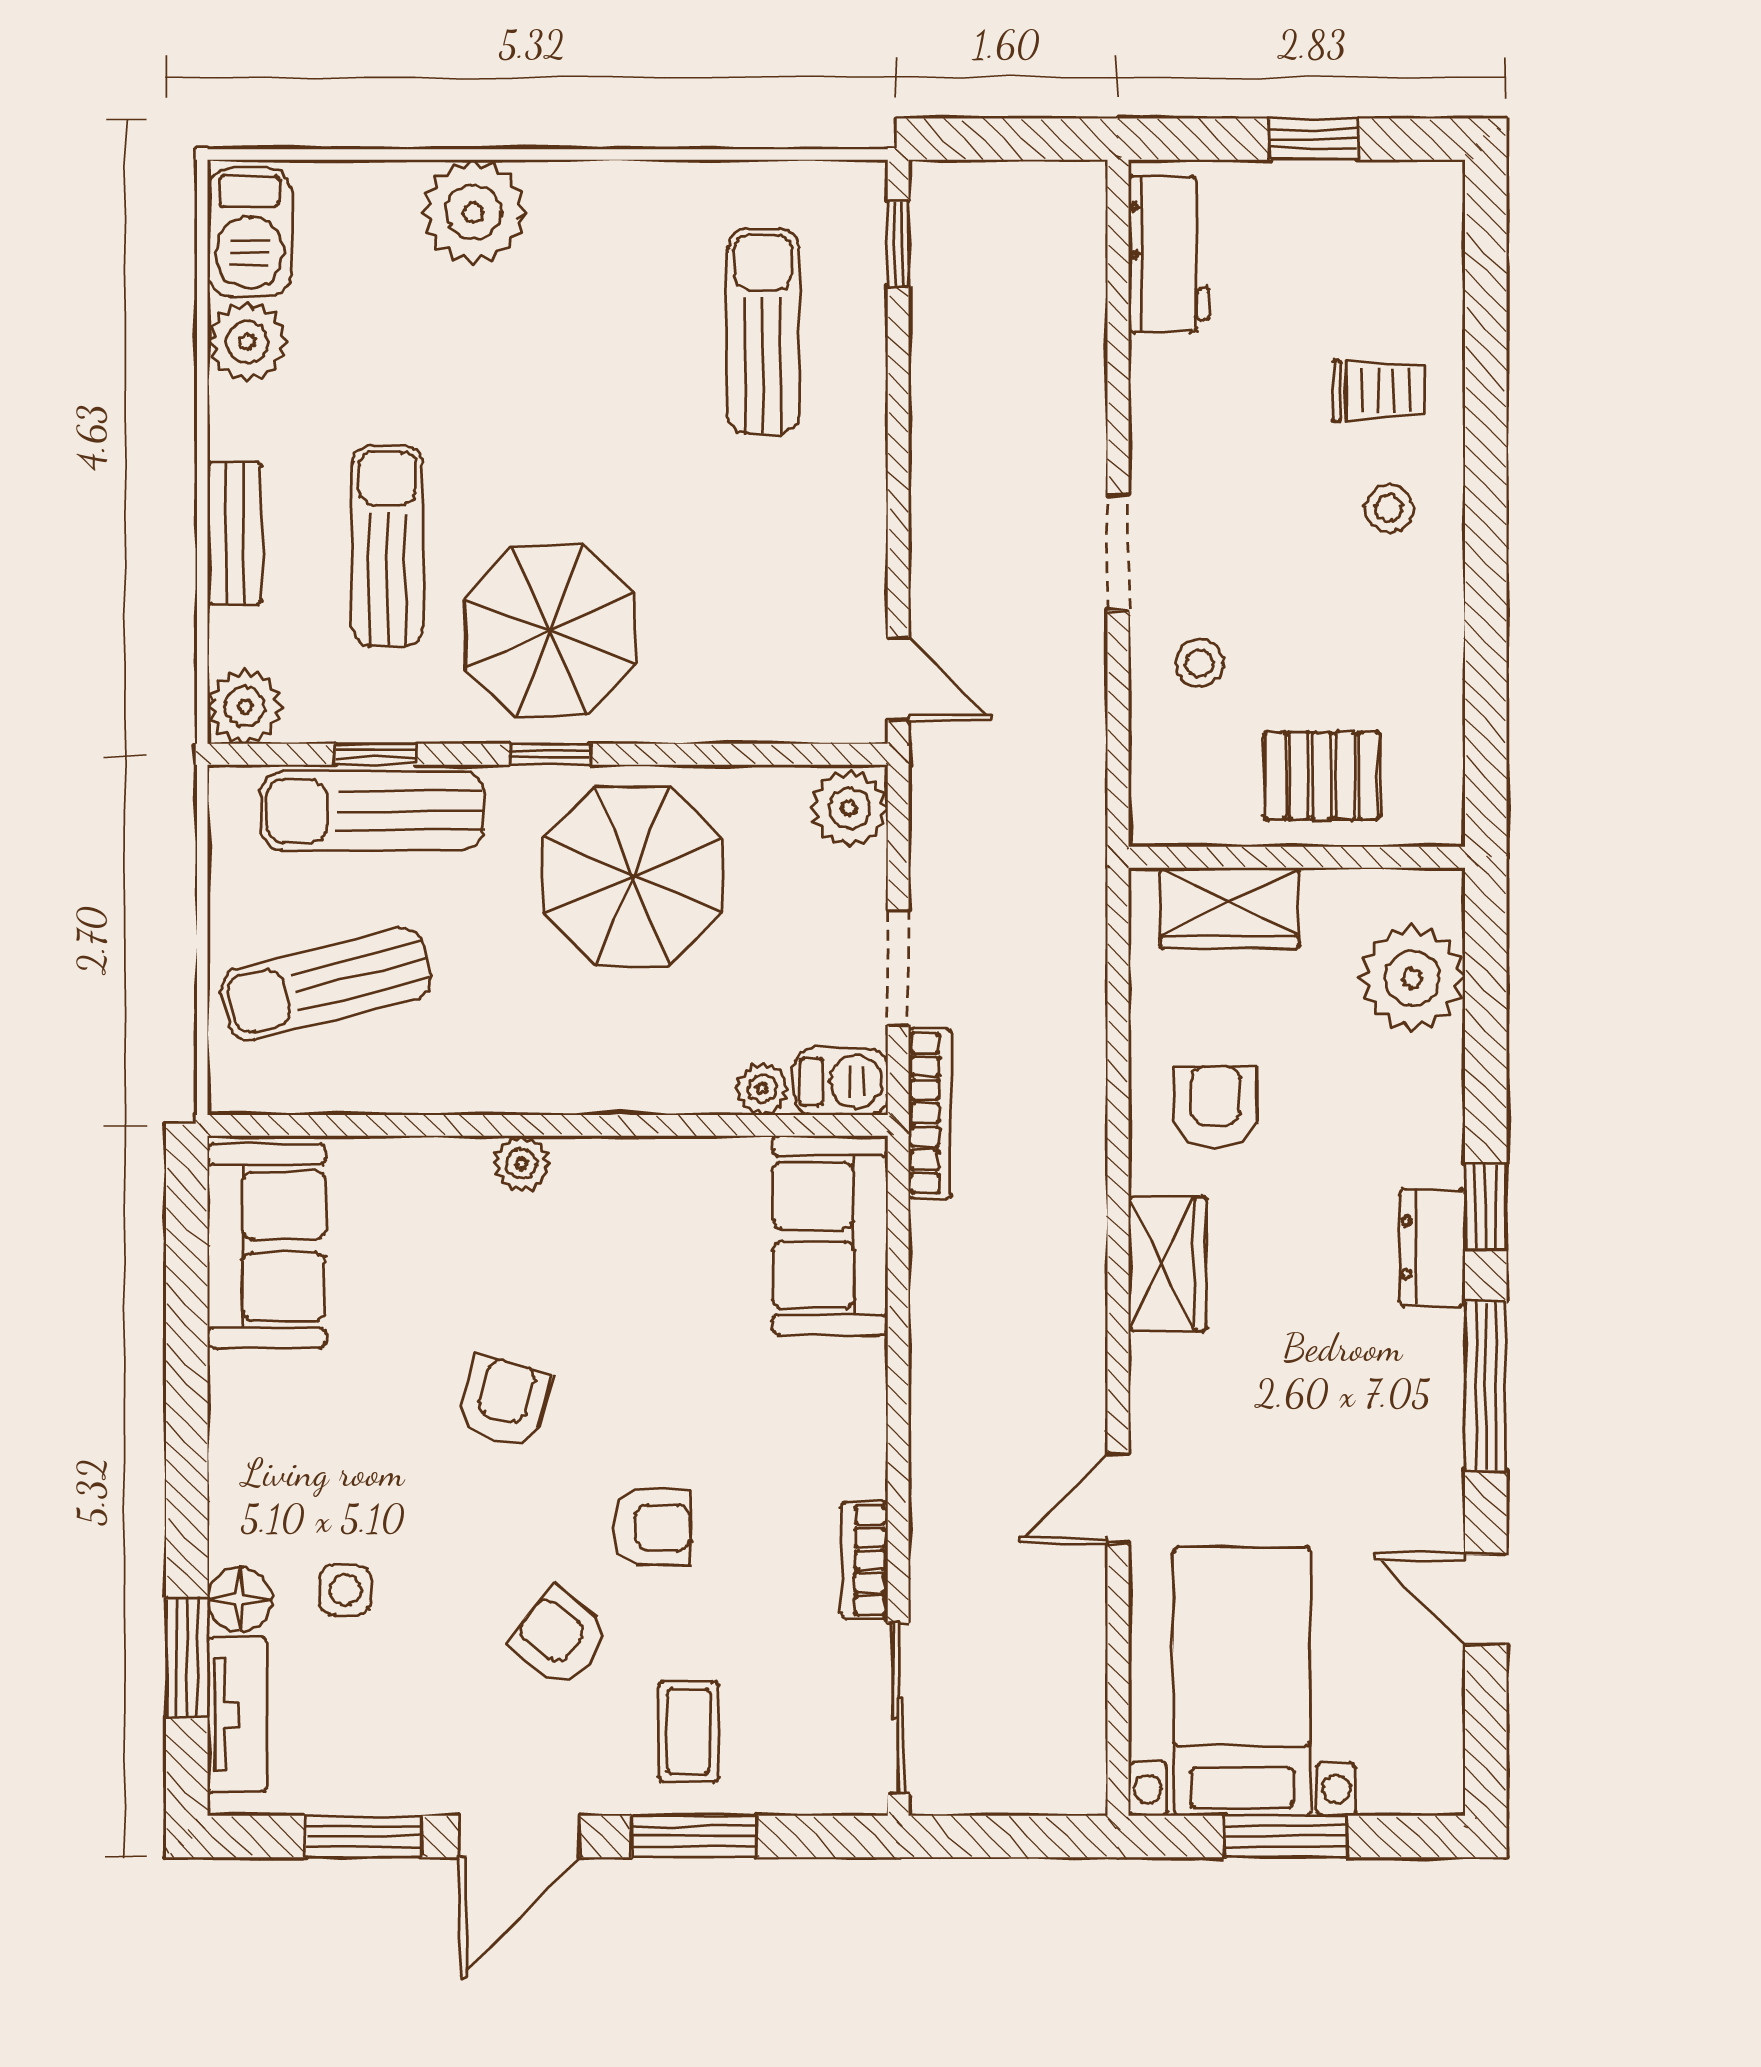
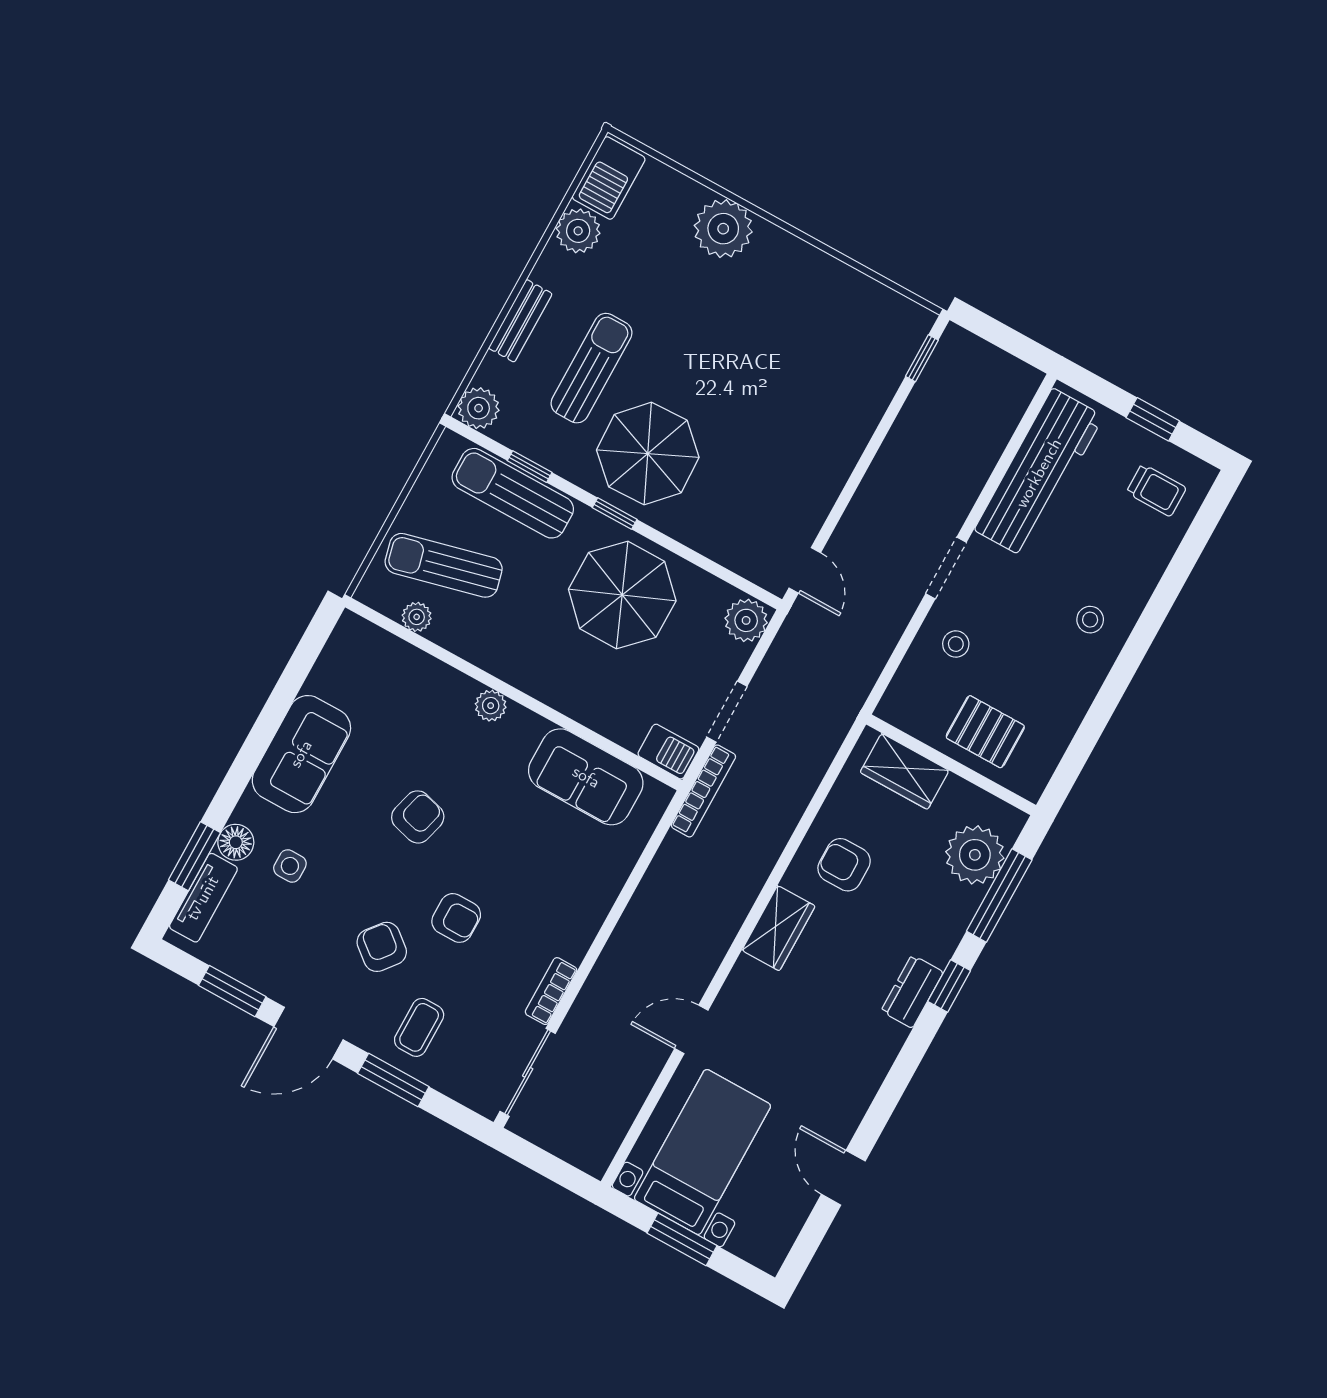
workbench: (1169, 254) -> (1039, 473), width x1.88, depth x1.32
sun lounger: (763, 331) -> (833, 365), removed
trolley: (1379, 391) -> (1156, 490), moved
plant: (762, 1089) -> (417, 617), moved
armchair: (1215, 1107) -> (844, 865), turned -90
sofa: (830, 1235) -> (586, 777), moved, turned -90
sofa: (266, 1246) -> (301, 754), moved
window: (1486, 1386) -> (999, 895), moved

